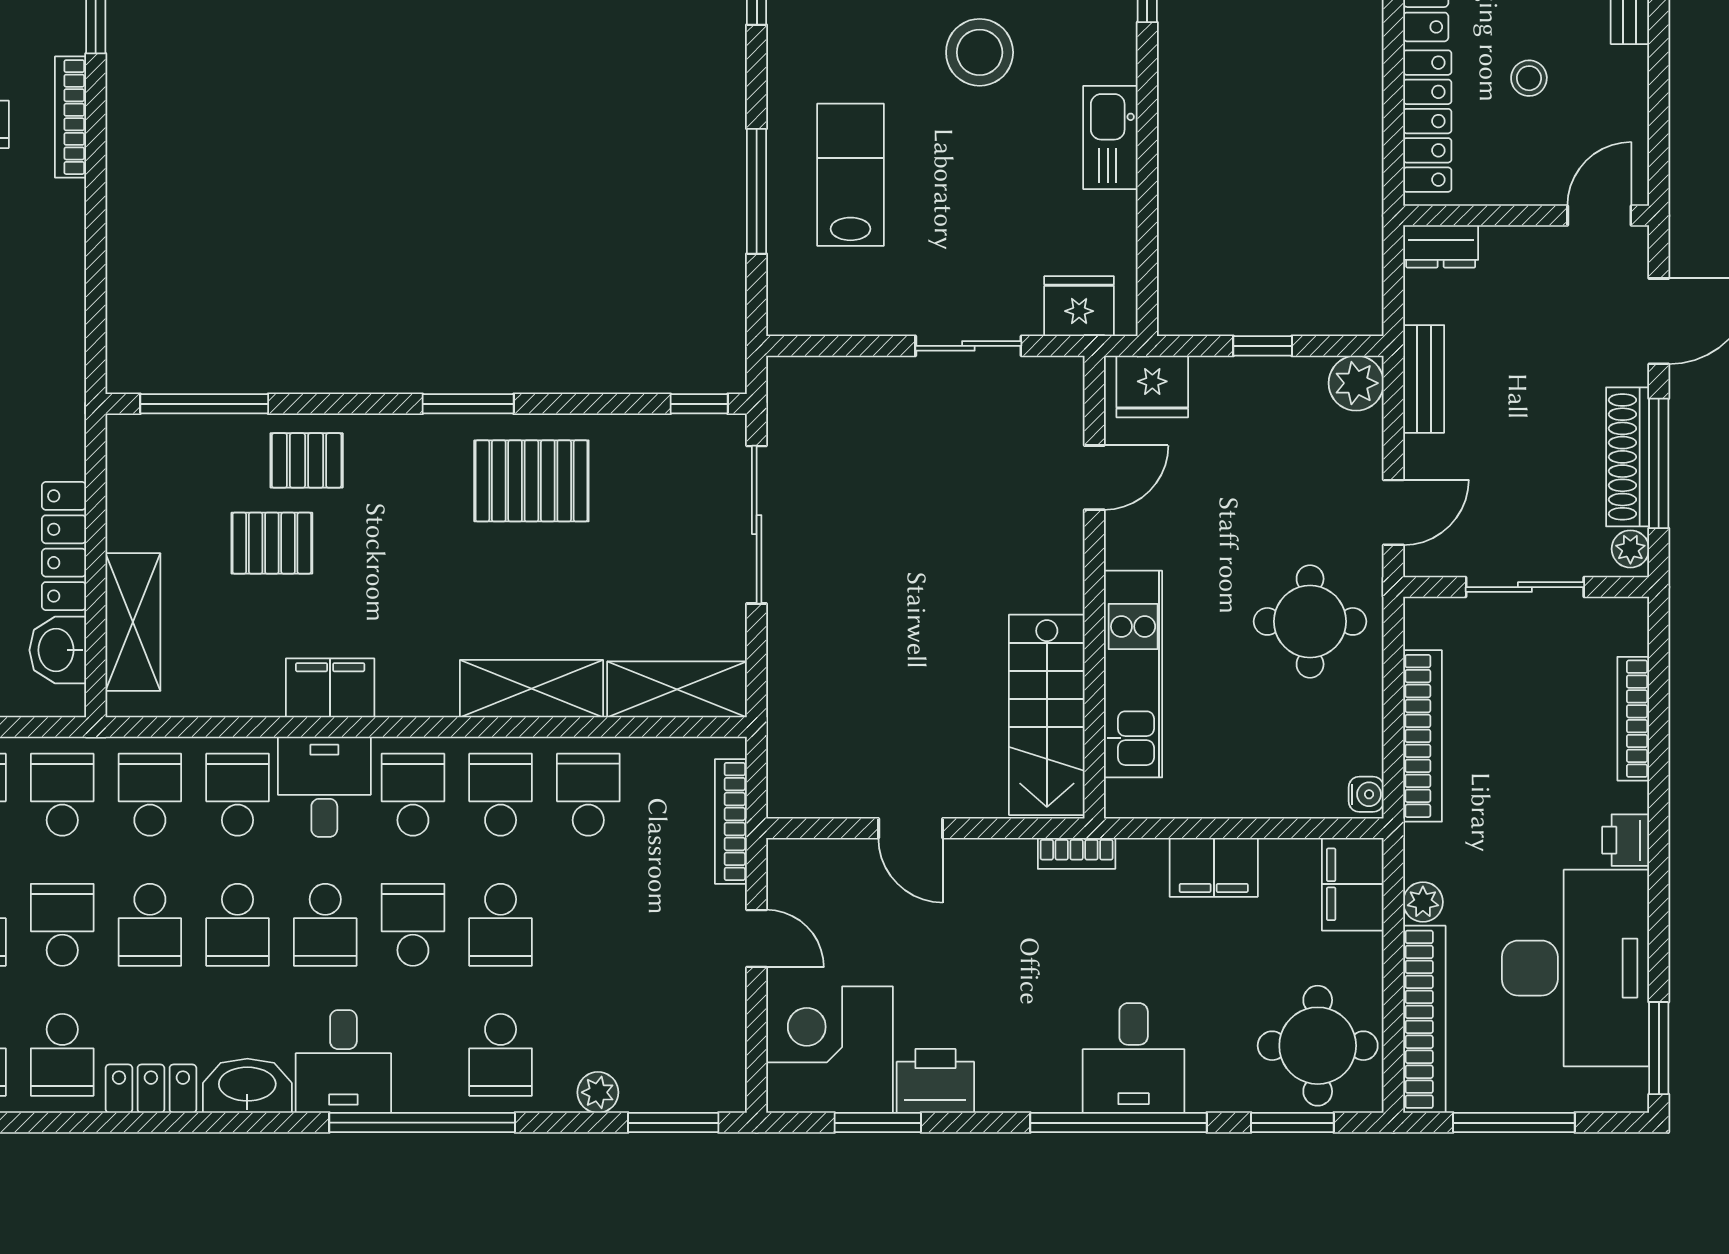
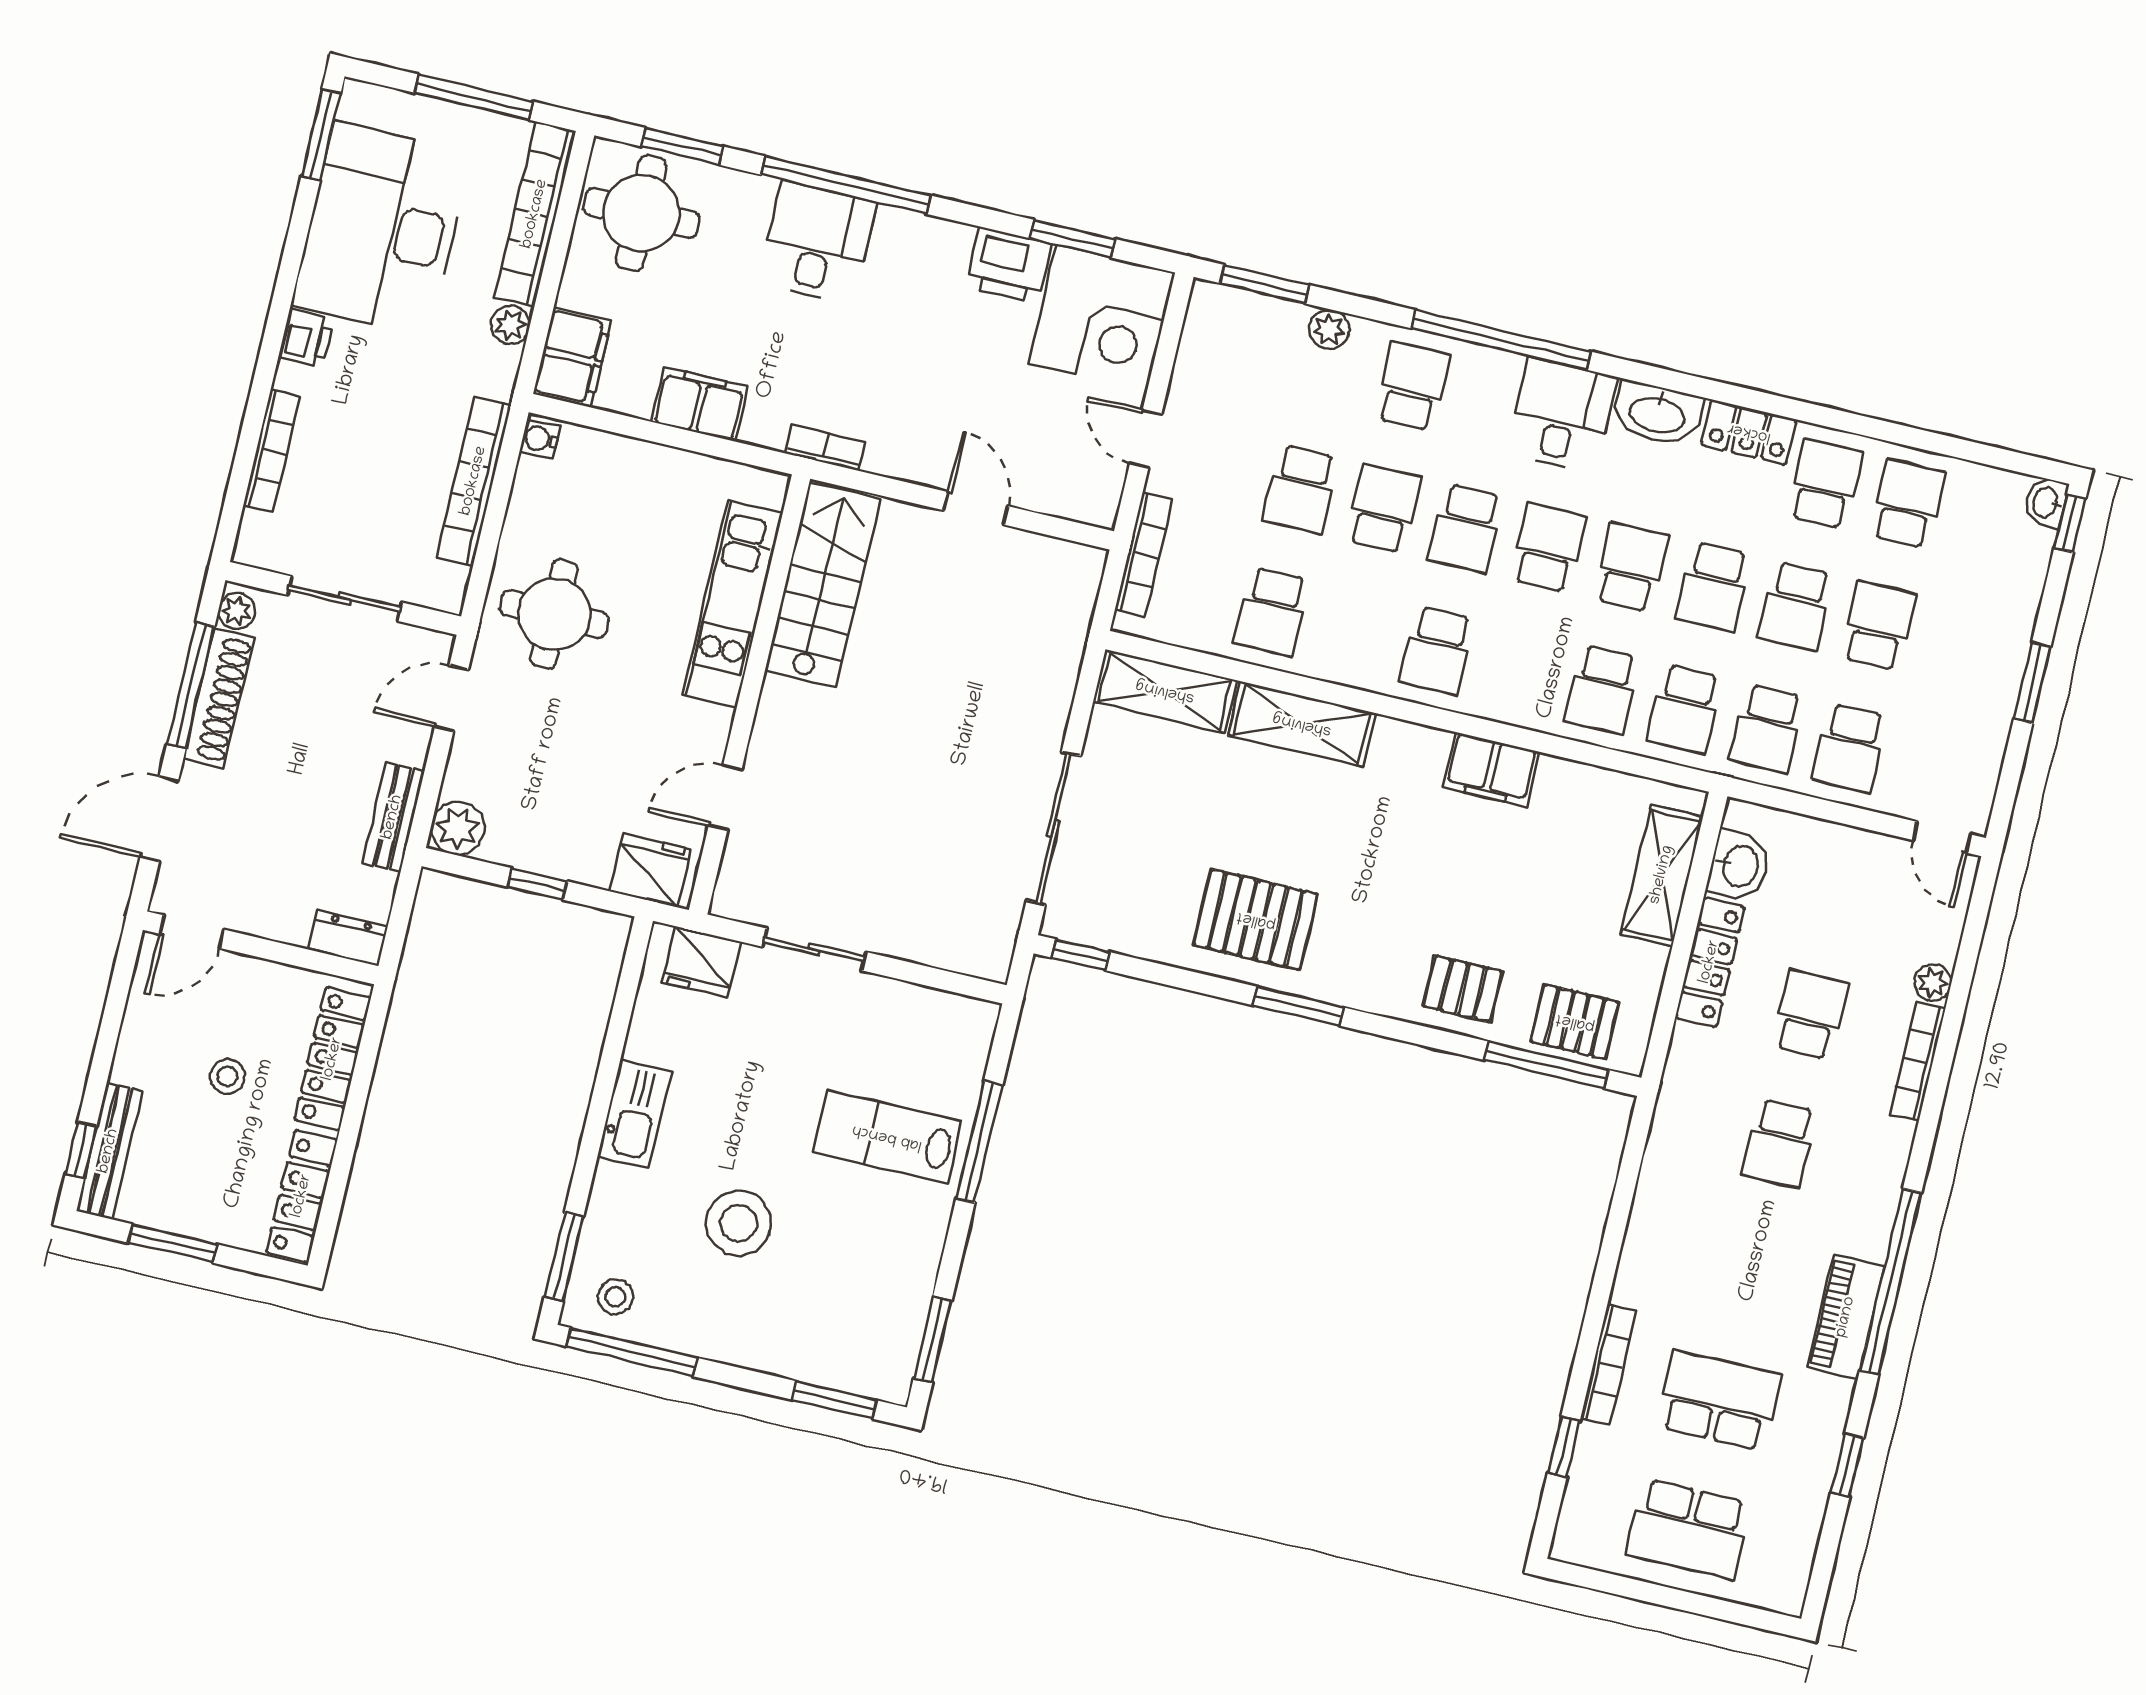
lab bench: (850, 175) -> (887, 1137), turned 90
pallet: (272, 543) -> (1575, 1022), moved
desk: (324, 787) -> (1519, 678), removed
school desk: (501, 795) -> (1301, 489), moved
school desk: (150, 925) -> (1713, 587), turned 180

